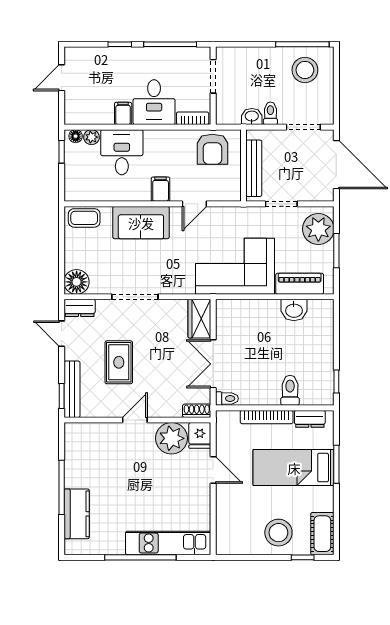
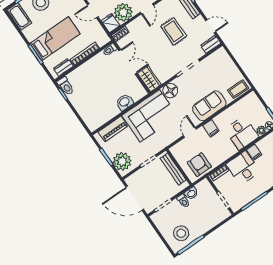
floor lamp: (77, 282) -> (170, 91), moved
washbasin: (294, 310) -> (125, 102), moved
toilet: (290, 390) -> (66, 86), moved

